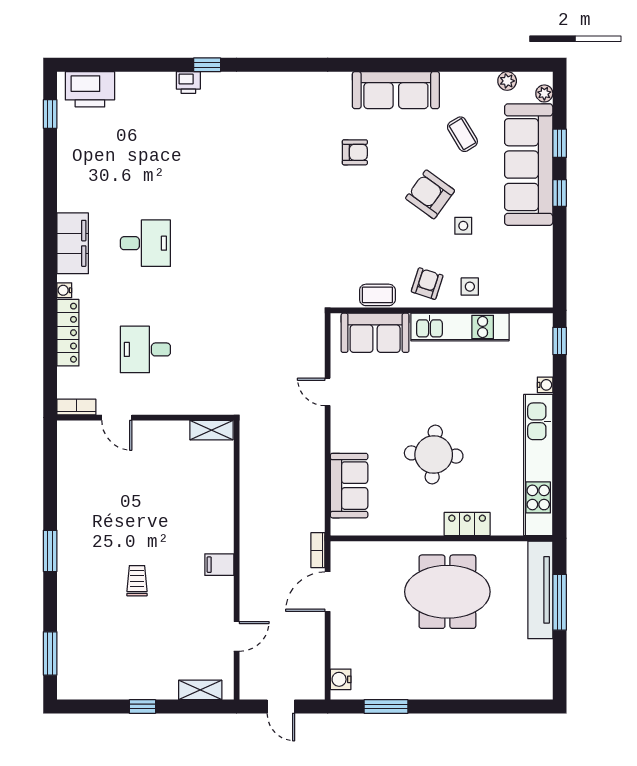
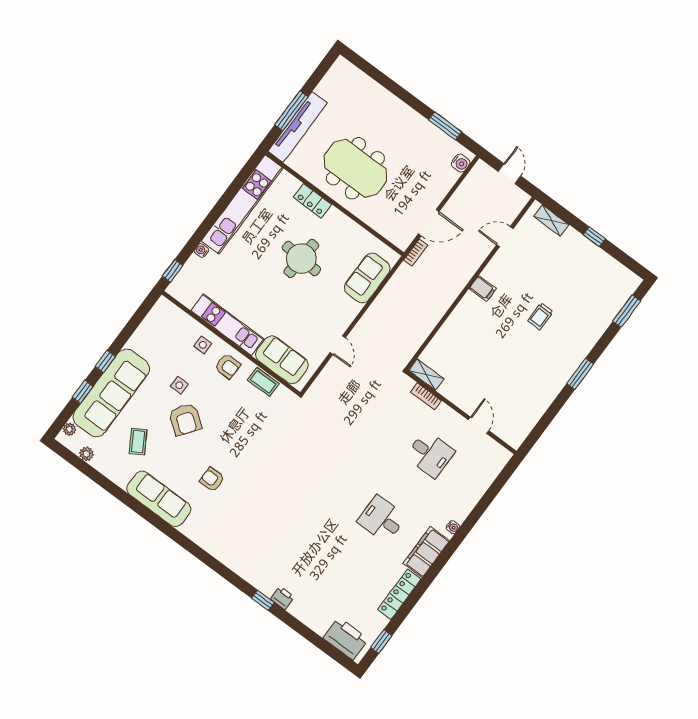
armchair: (427, 284) -> (228, 366), turned -108
locker: (68, 333) -> (399, 594), moved
bookcase: (76, 407) -> (426, 396), moved

